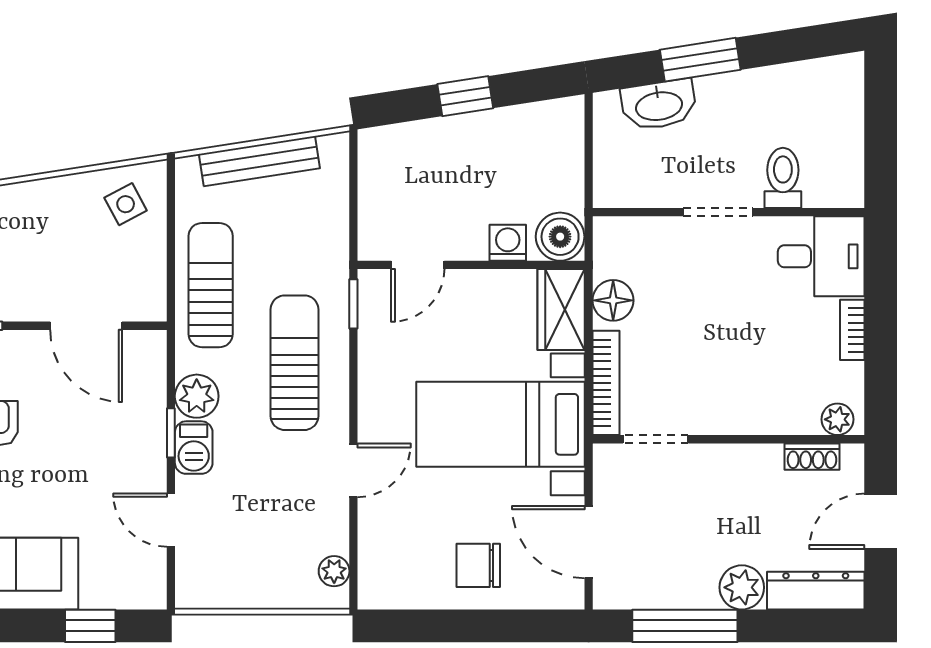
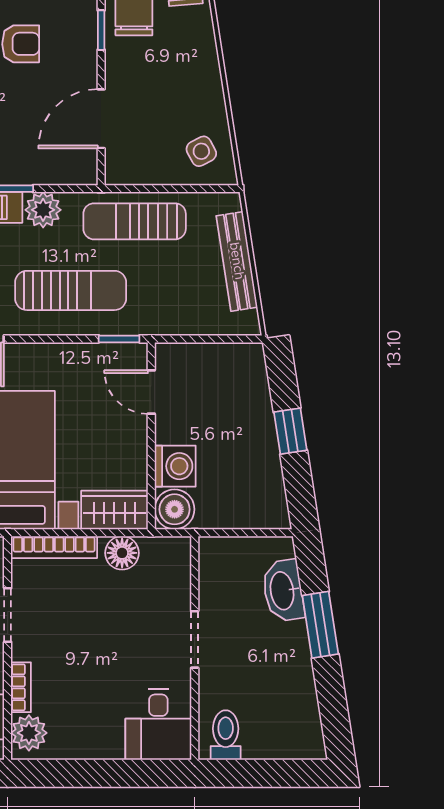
toilet: (783, 178) -> (226, 735), moved, turned -90
washing machine: (508, 243) -> (175, 466), width x1.38, depth x1.38
sun lounger: (211, 285) -> (135, 221), turned 180
bookcase: (852, 330) -> (21, 687), moved, turned 90
plant: (837, 419) -> (29, 733), width x1.38, depth x1.38
doorway: (656, 439) -> (8, 615), moved

